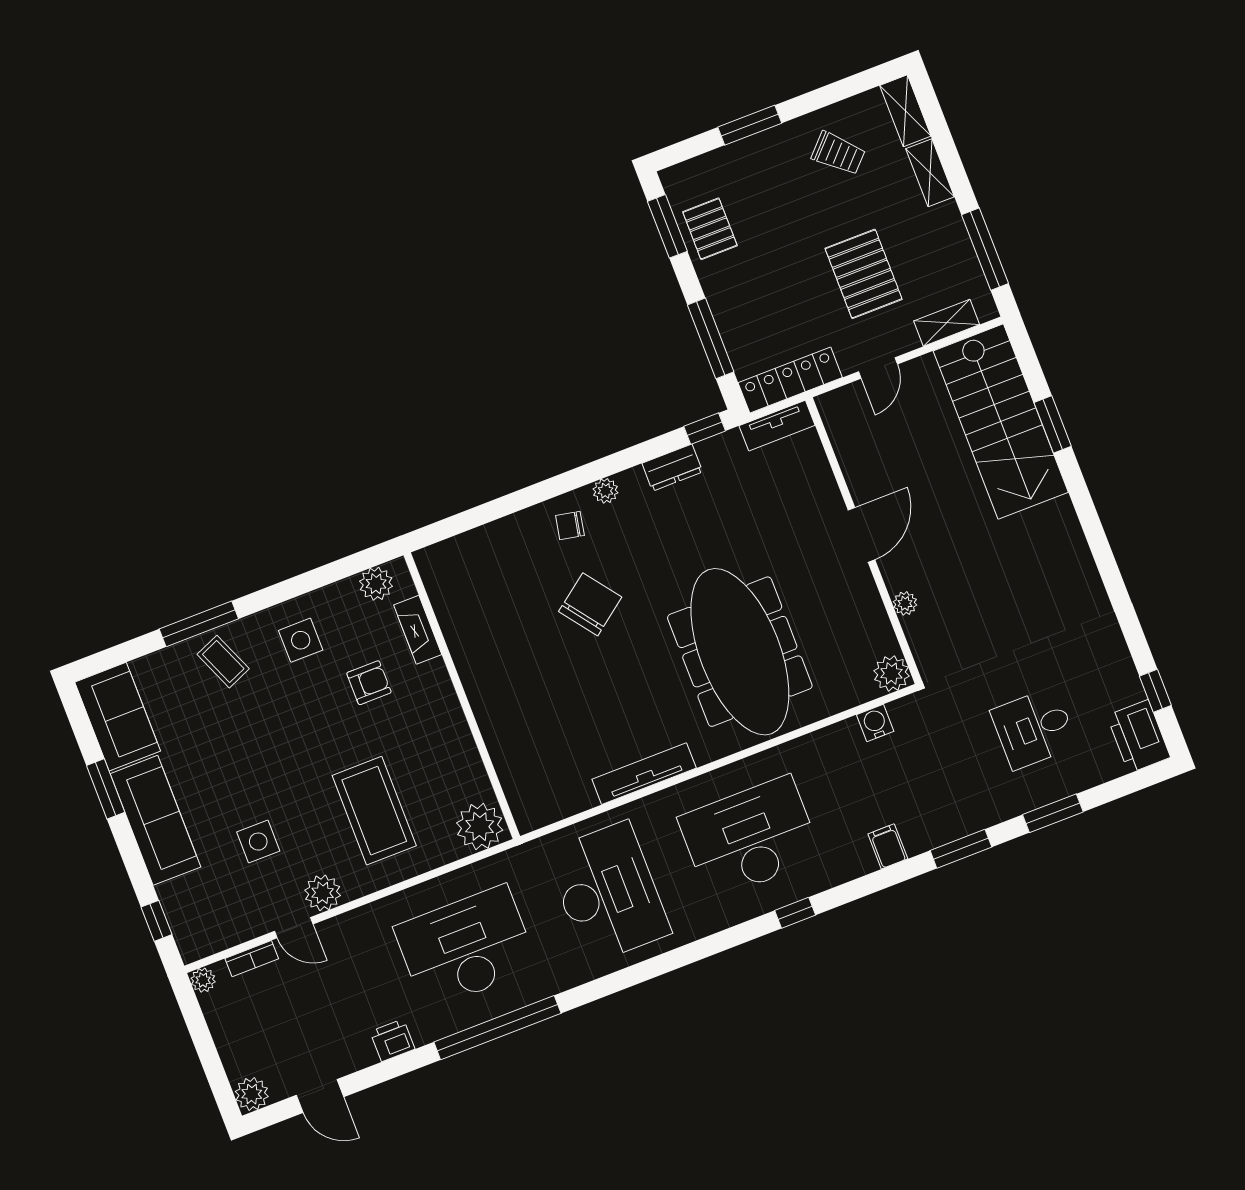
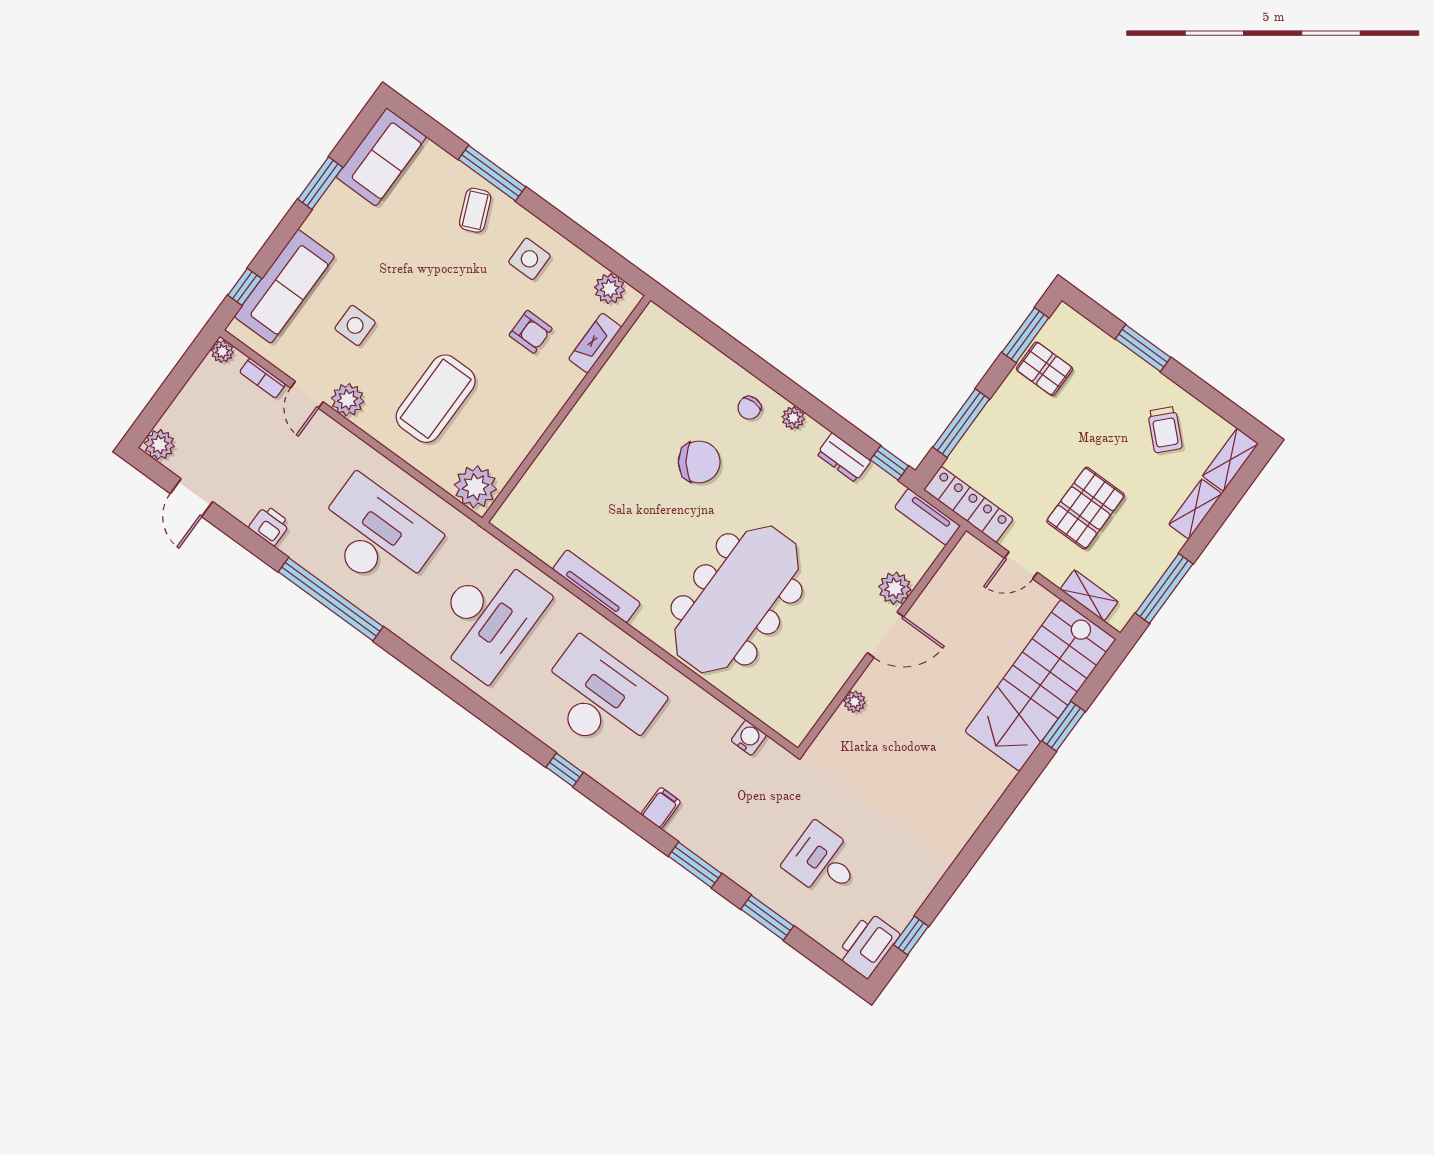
pallet: (710, 229) -> (1044, 369), turned 90
chair: (570, 525) -> (749, 408), turned -101
plant: (891, 673) -> (895, 588), moved
sofa: (155, 820) -> (285, 286), moved

